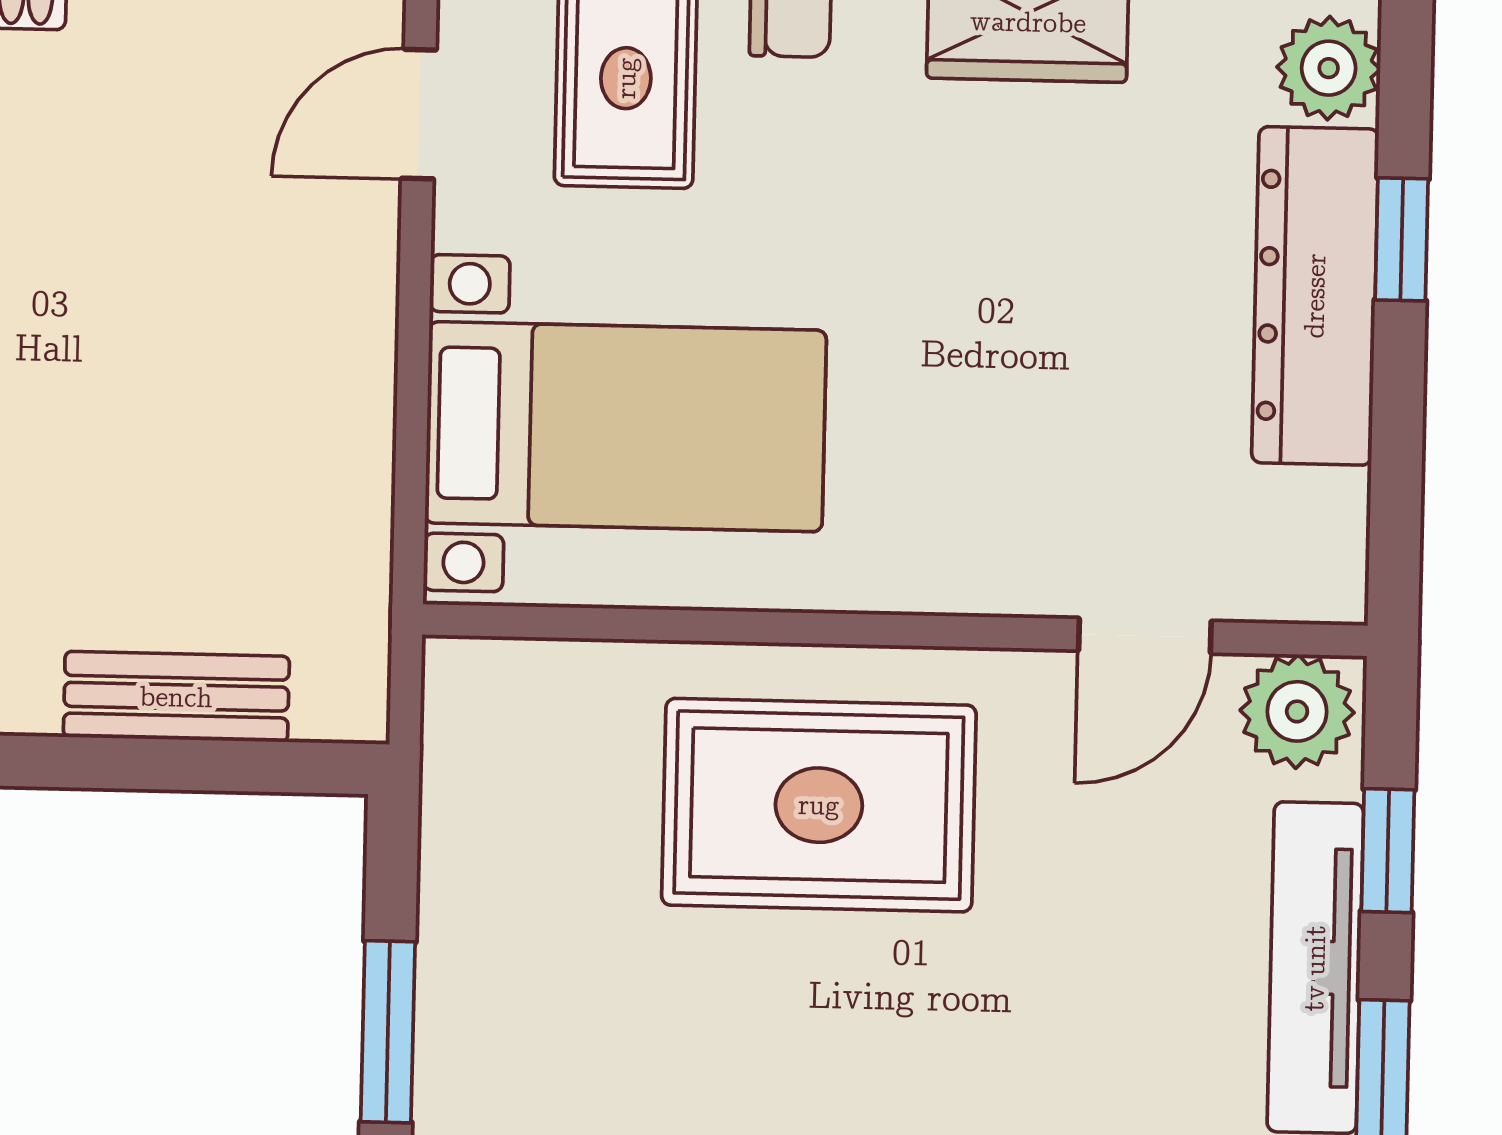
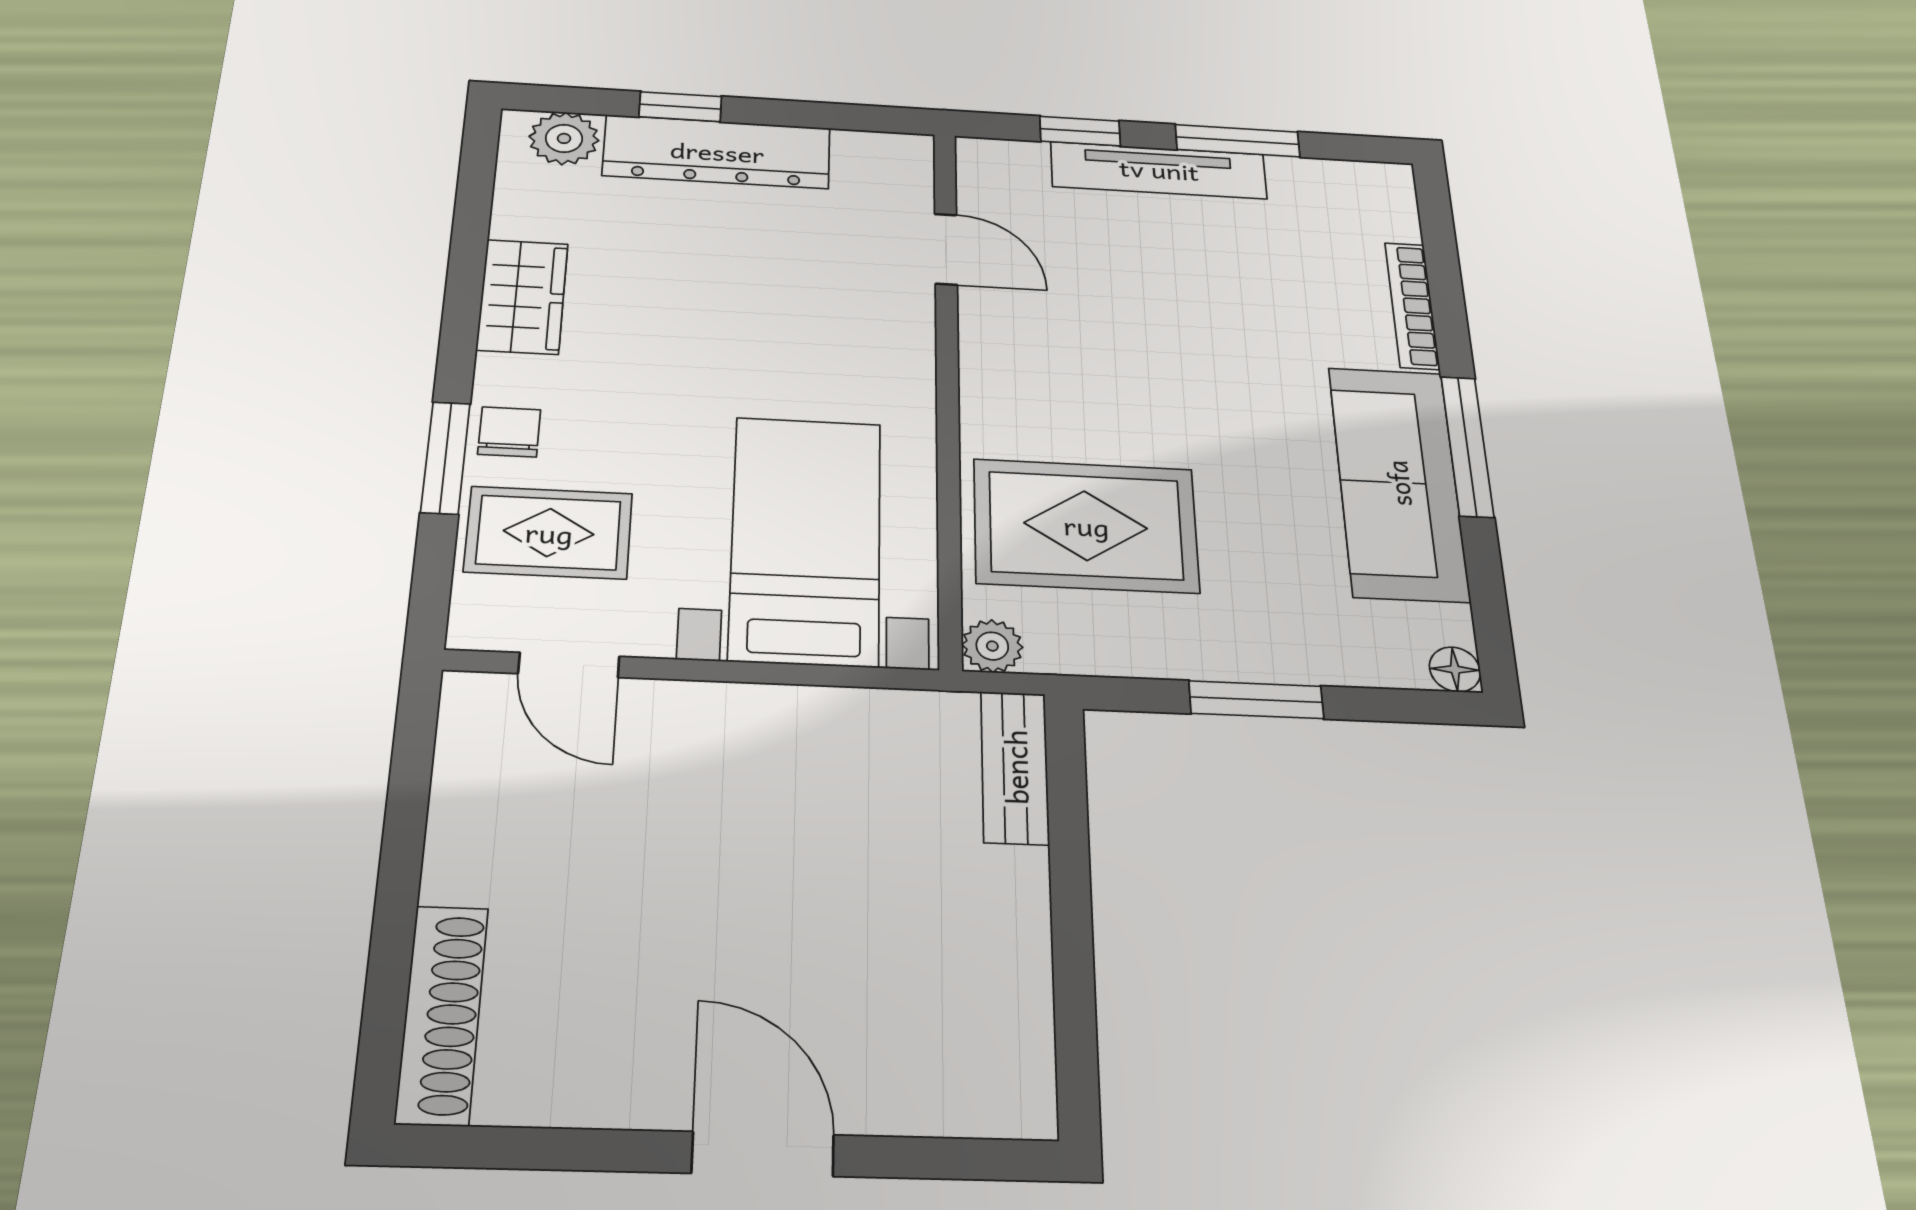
bench: (176, 697) -> (1015, 767), moved
plant: (1297, 711) -> (992, 646), moved, width x0.73, depth x0.73
rug: (819, 805) -> (1086, 526), moved, turned 90

